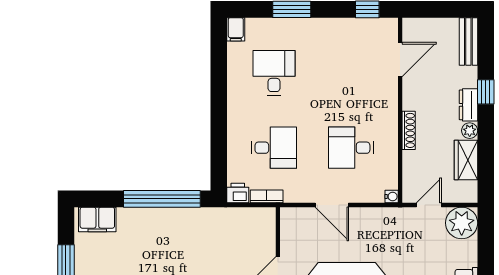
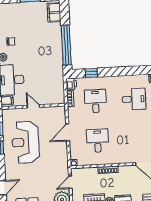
desk: (274, 148) -> (96, 101), turned 180
window: (219, 153) -> (91, 73), added
door: (429, 205) -> (70, 182), swing flipped

